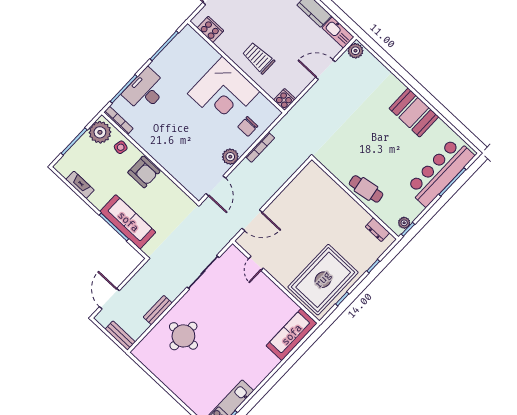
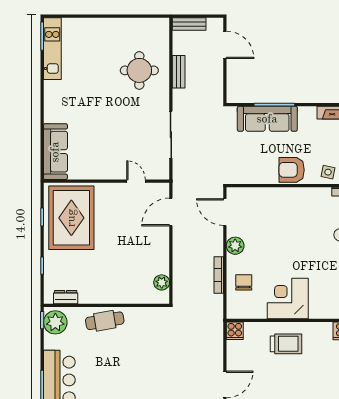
corner desk: (224, 92) -> (288, 298), width x0.74, depth x0.74
plant: (303, 179) -> (162, 282), added
plant: (404, 223) -> (55, 322), width x1.88, depth x1.88

